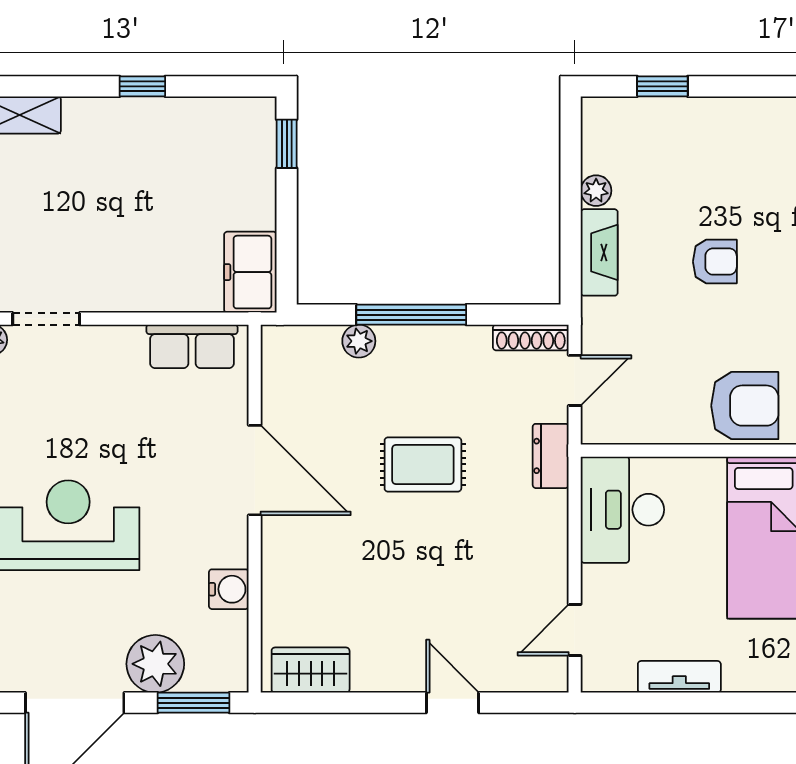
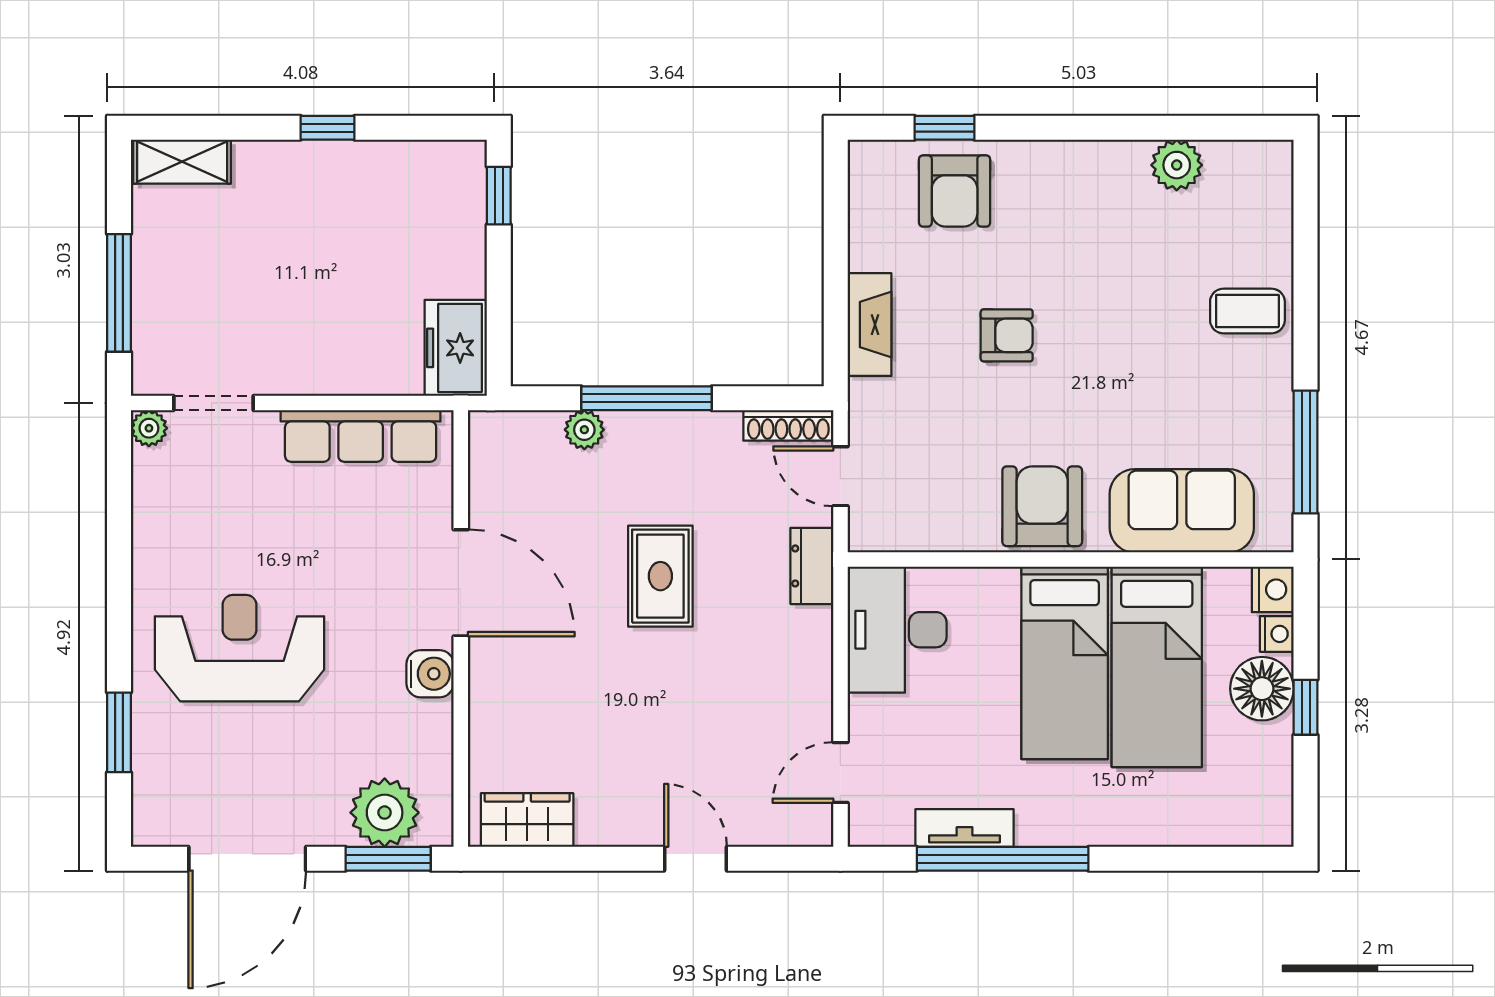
armchair: (671, 140) -> (955, 191), added
plant: (596, 191) -> (866, 251), removed
row of seats: (192, 346) -> (361, 436), width x1.48
door: (575, 380) -> (840, 476), swing flipped
armchair: (745, 406) -> (1042, 506), turned -90
rug: (423, 464) -> (660, 576), turned 90
water cooler: (229, 589) -> (430, 674), moved
plant: (155, 664) -> (385, 813), moved
window: (711, 703) -> (1003, 859), added

